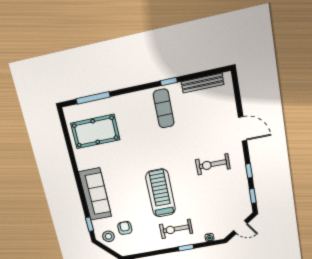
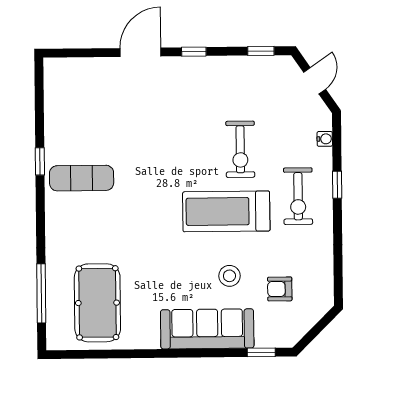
bench: (202, 83) -> (53, 107), removed
exercise bike: (213, 164) -> (240, 149), moved
window: (249, 171) -> (194, 52), moved
stool: (108, 236) -> (229, 276), moved

